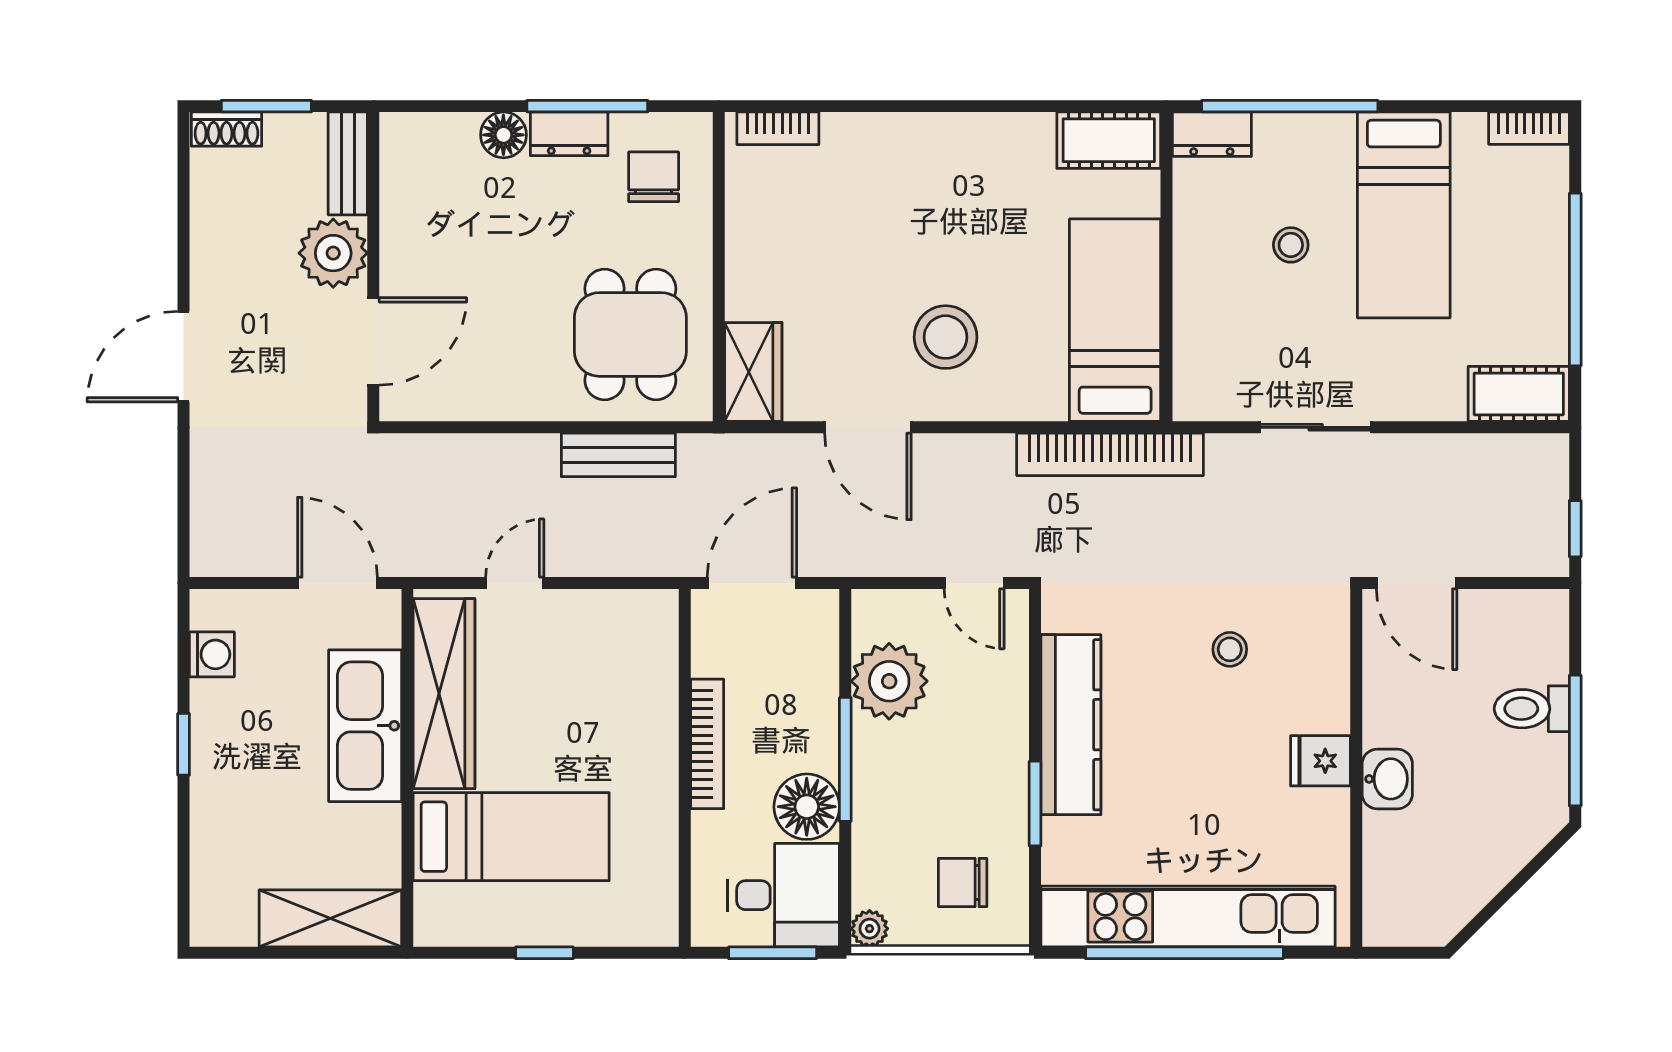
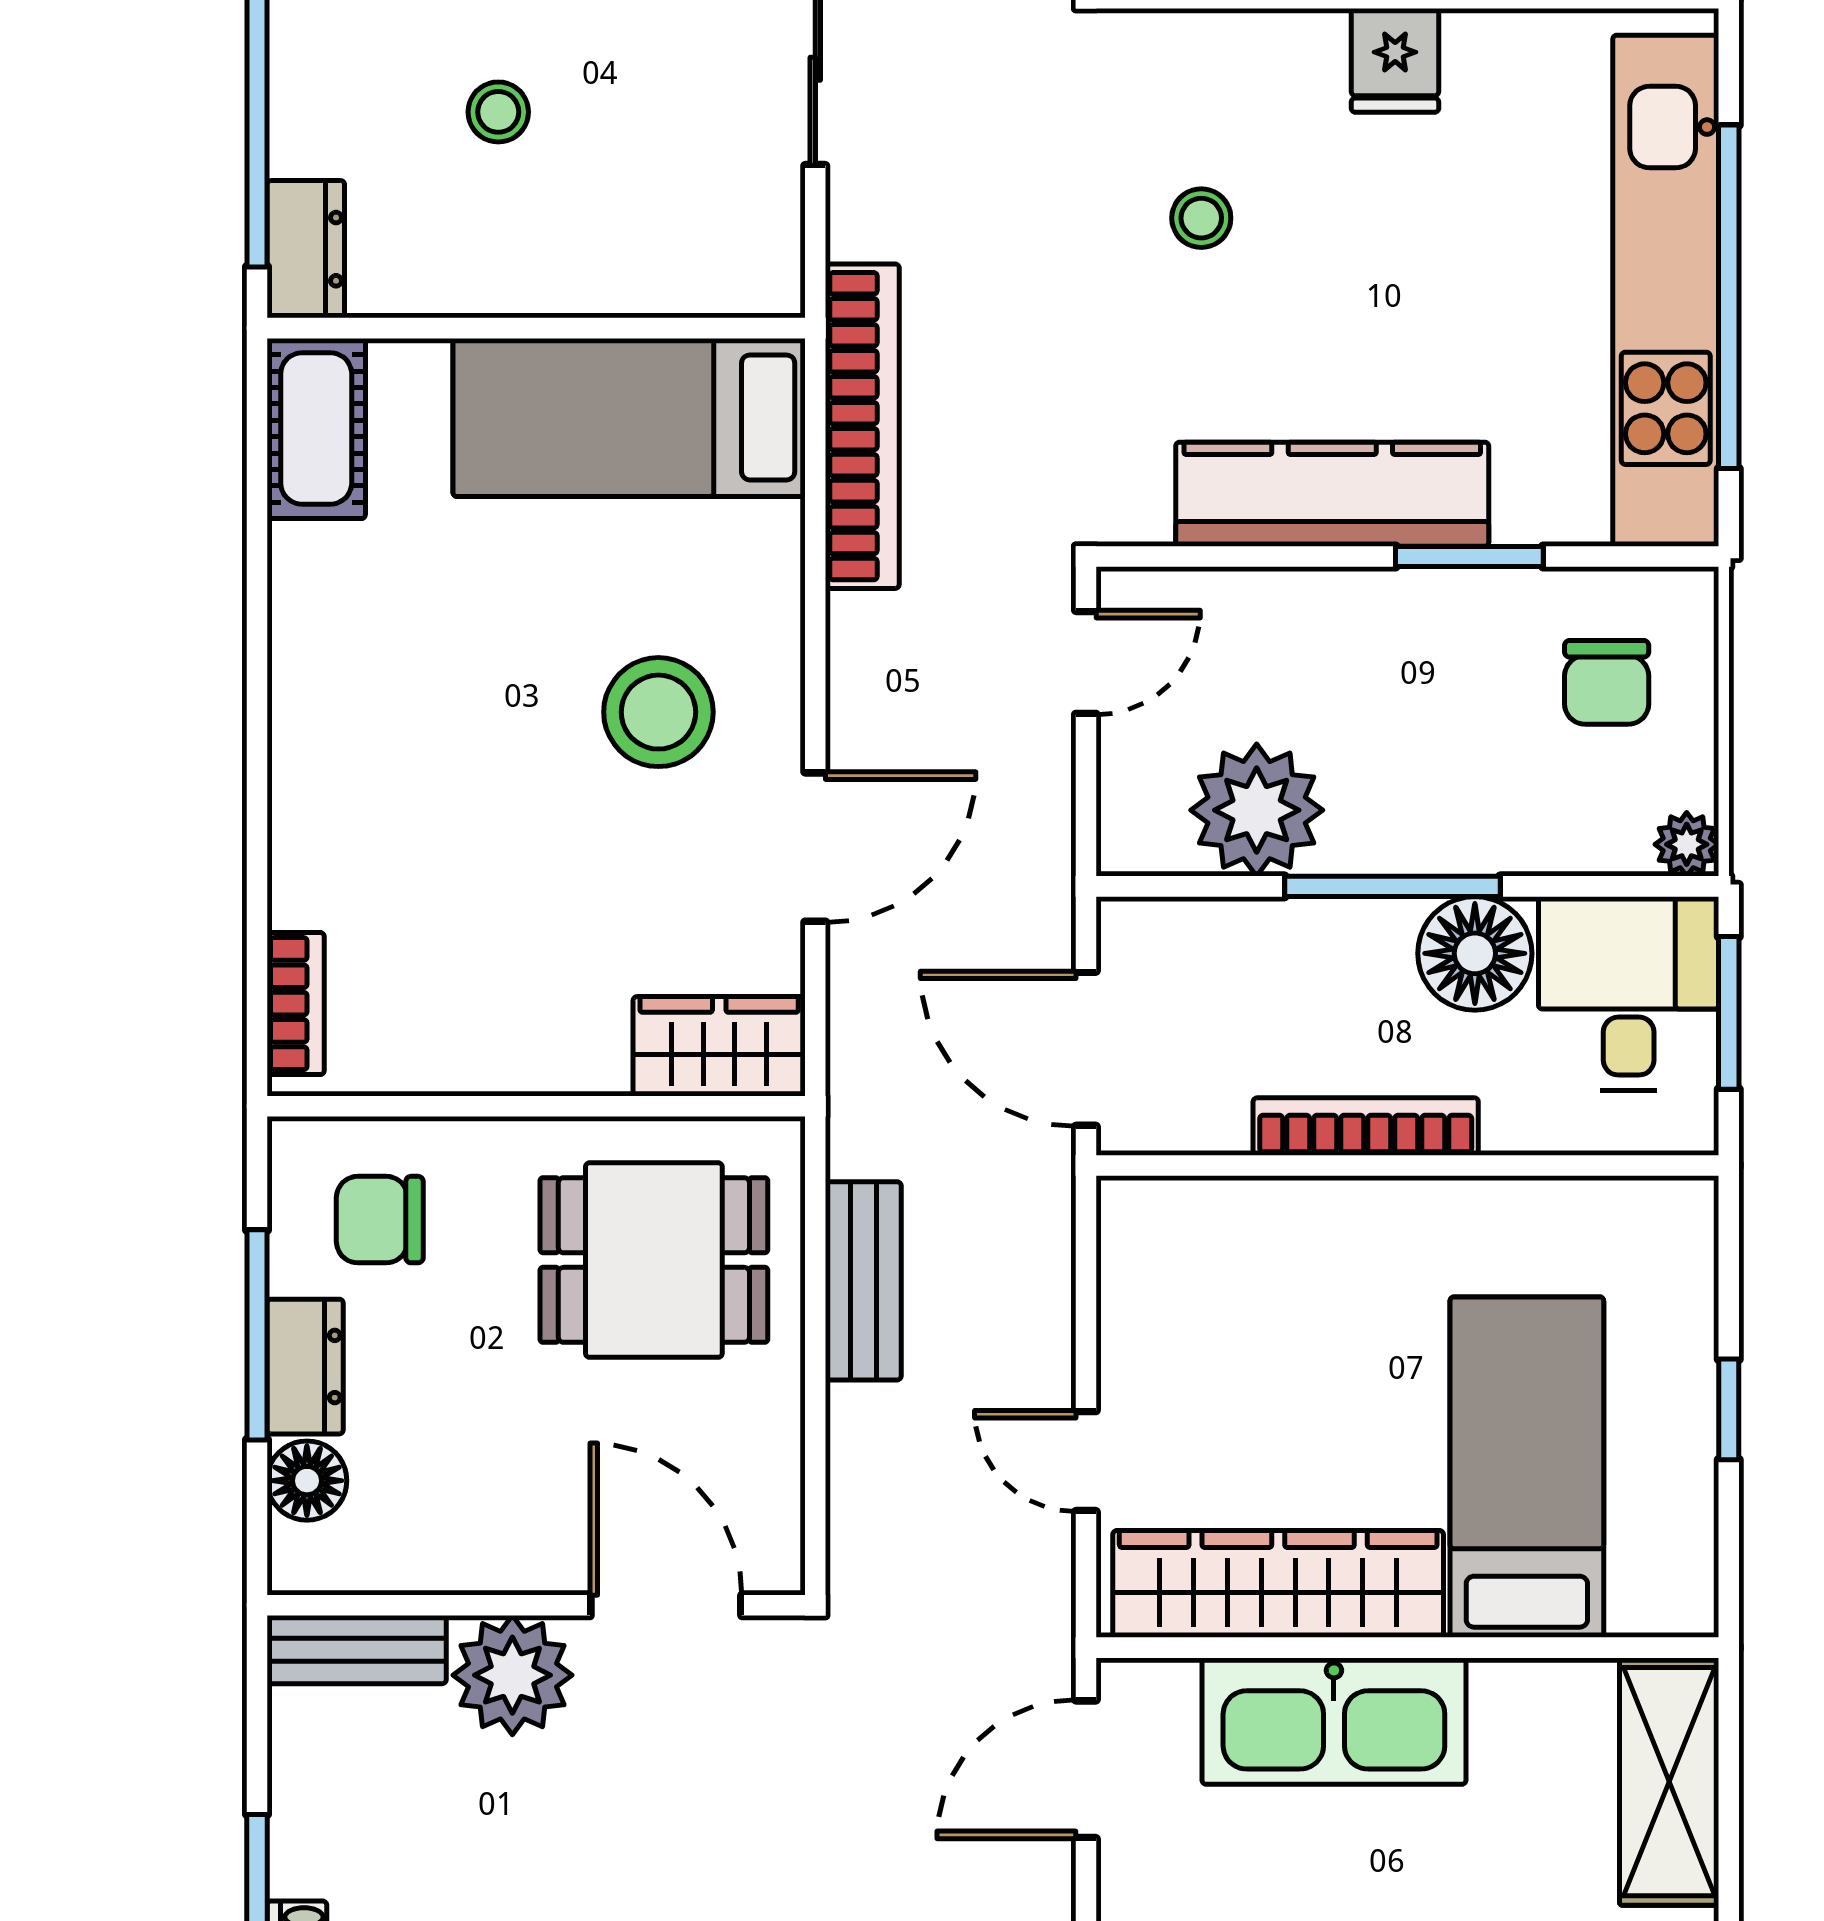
bench: (348, 163) -> (357, 1650), moved
plant: (333, 253) -> (512, 1675), moved
wall: (373, 267) -> (536, 1605), moved
door: (373, 341) -> (666, 1605), moved

